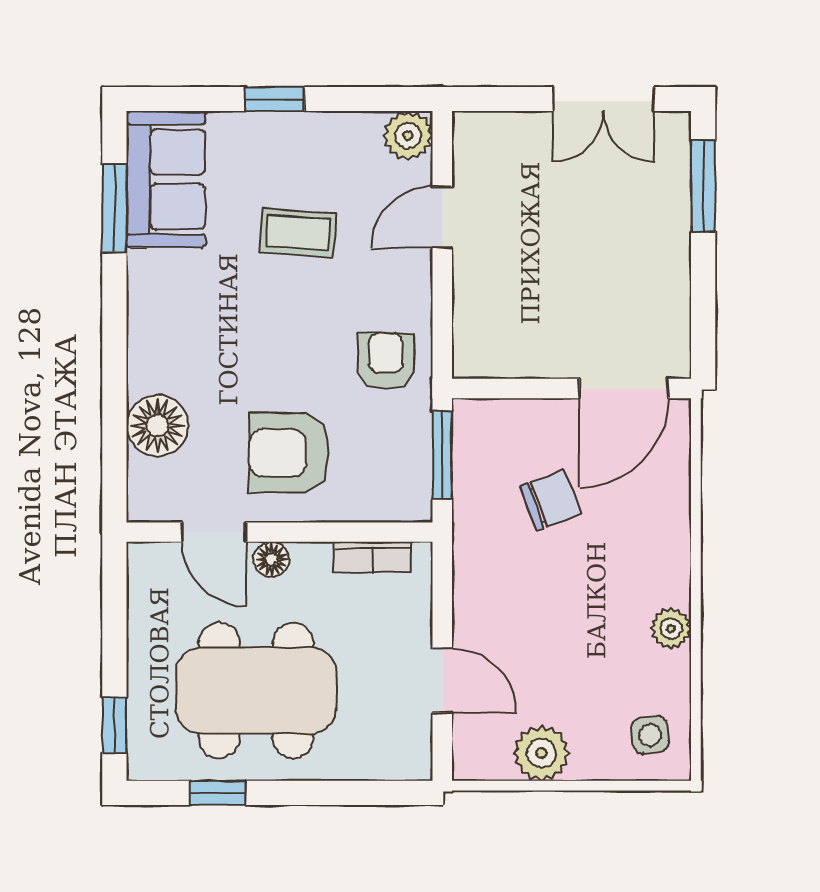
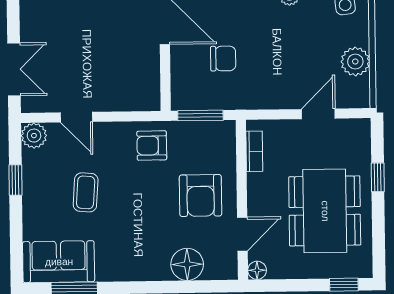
window: (275, 99) -> (15, 180), moved
double door: (603, 99) -> (14, 69), moved
chair: (551, 500) -> (223, 59), turned 111
floor lamp: (271, 559) -> (257, 270), moved
window: (218, 793) -> (378, 177), moved

